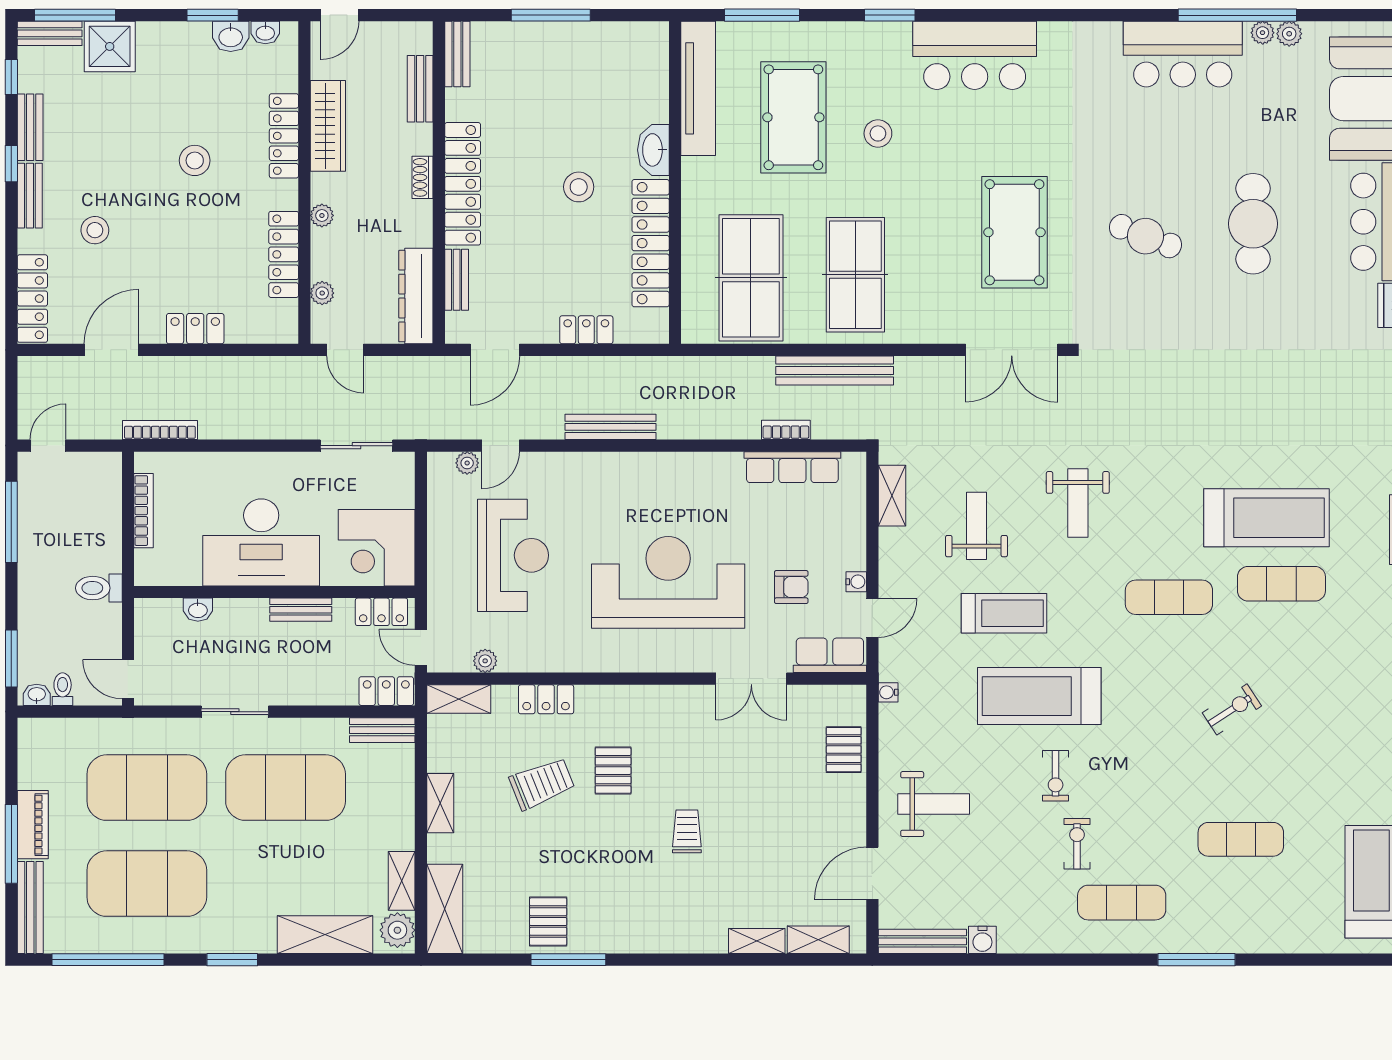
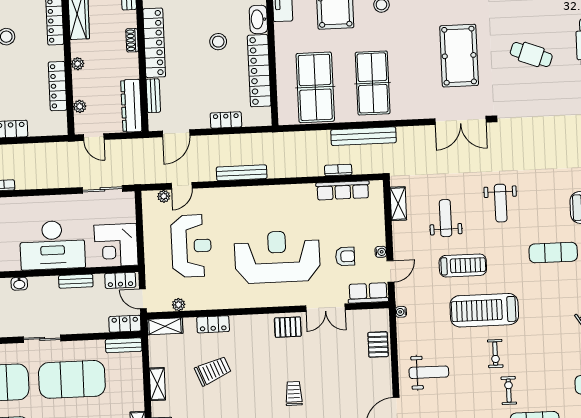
pallet: (613, 771) -> (288, 327), moved, turned 90

